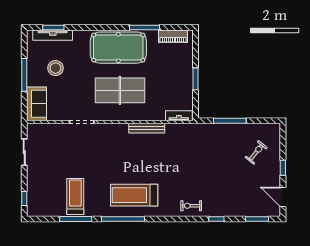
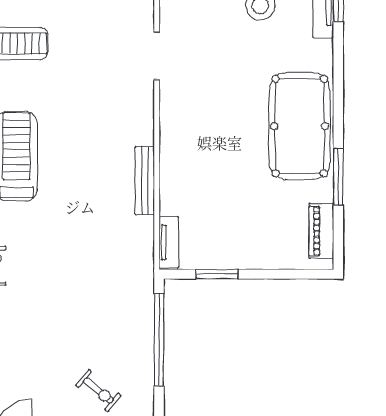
window: (195, 79) -> (217, 274), moved
table tennis table: (120, 90) -> (217, 129), removed
window: (230, 121) -> (159, 340), width x1.46

